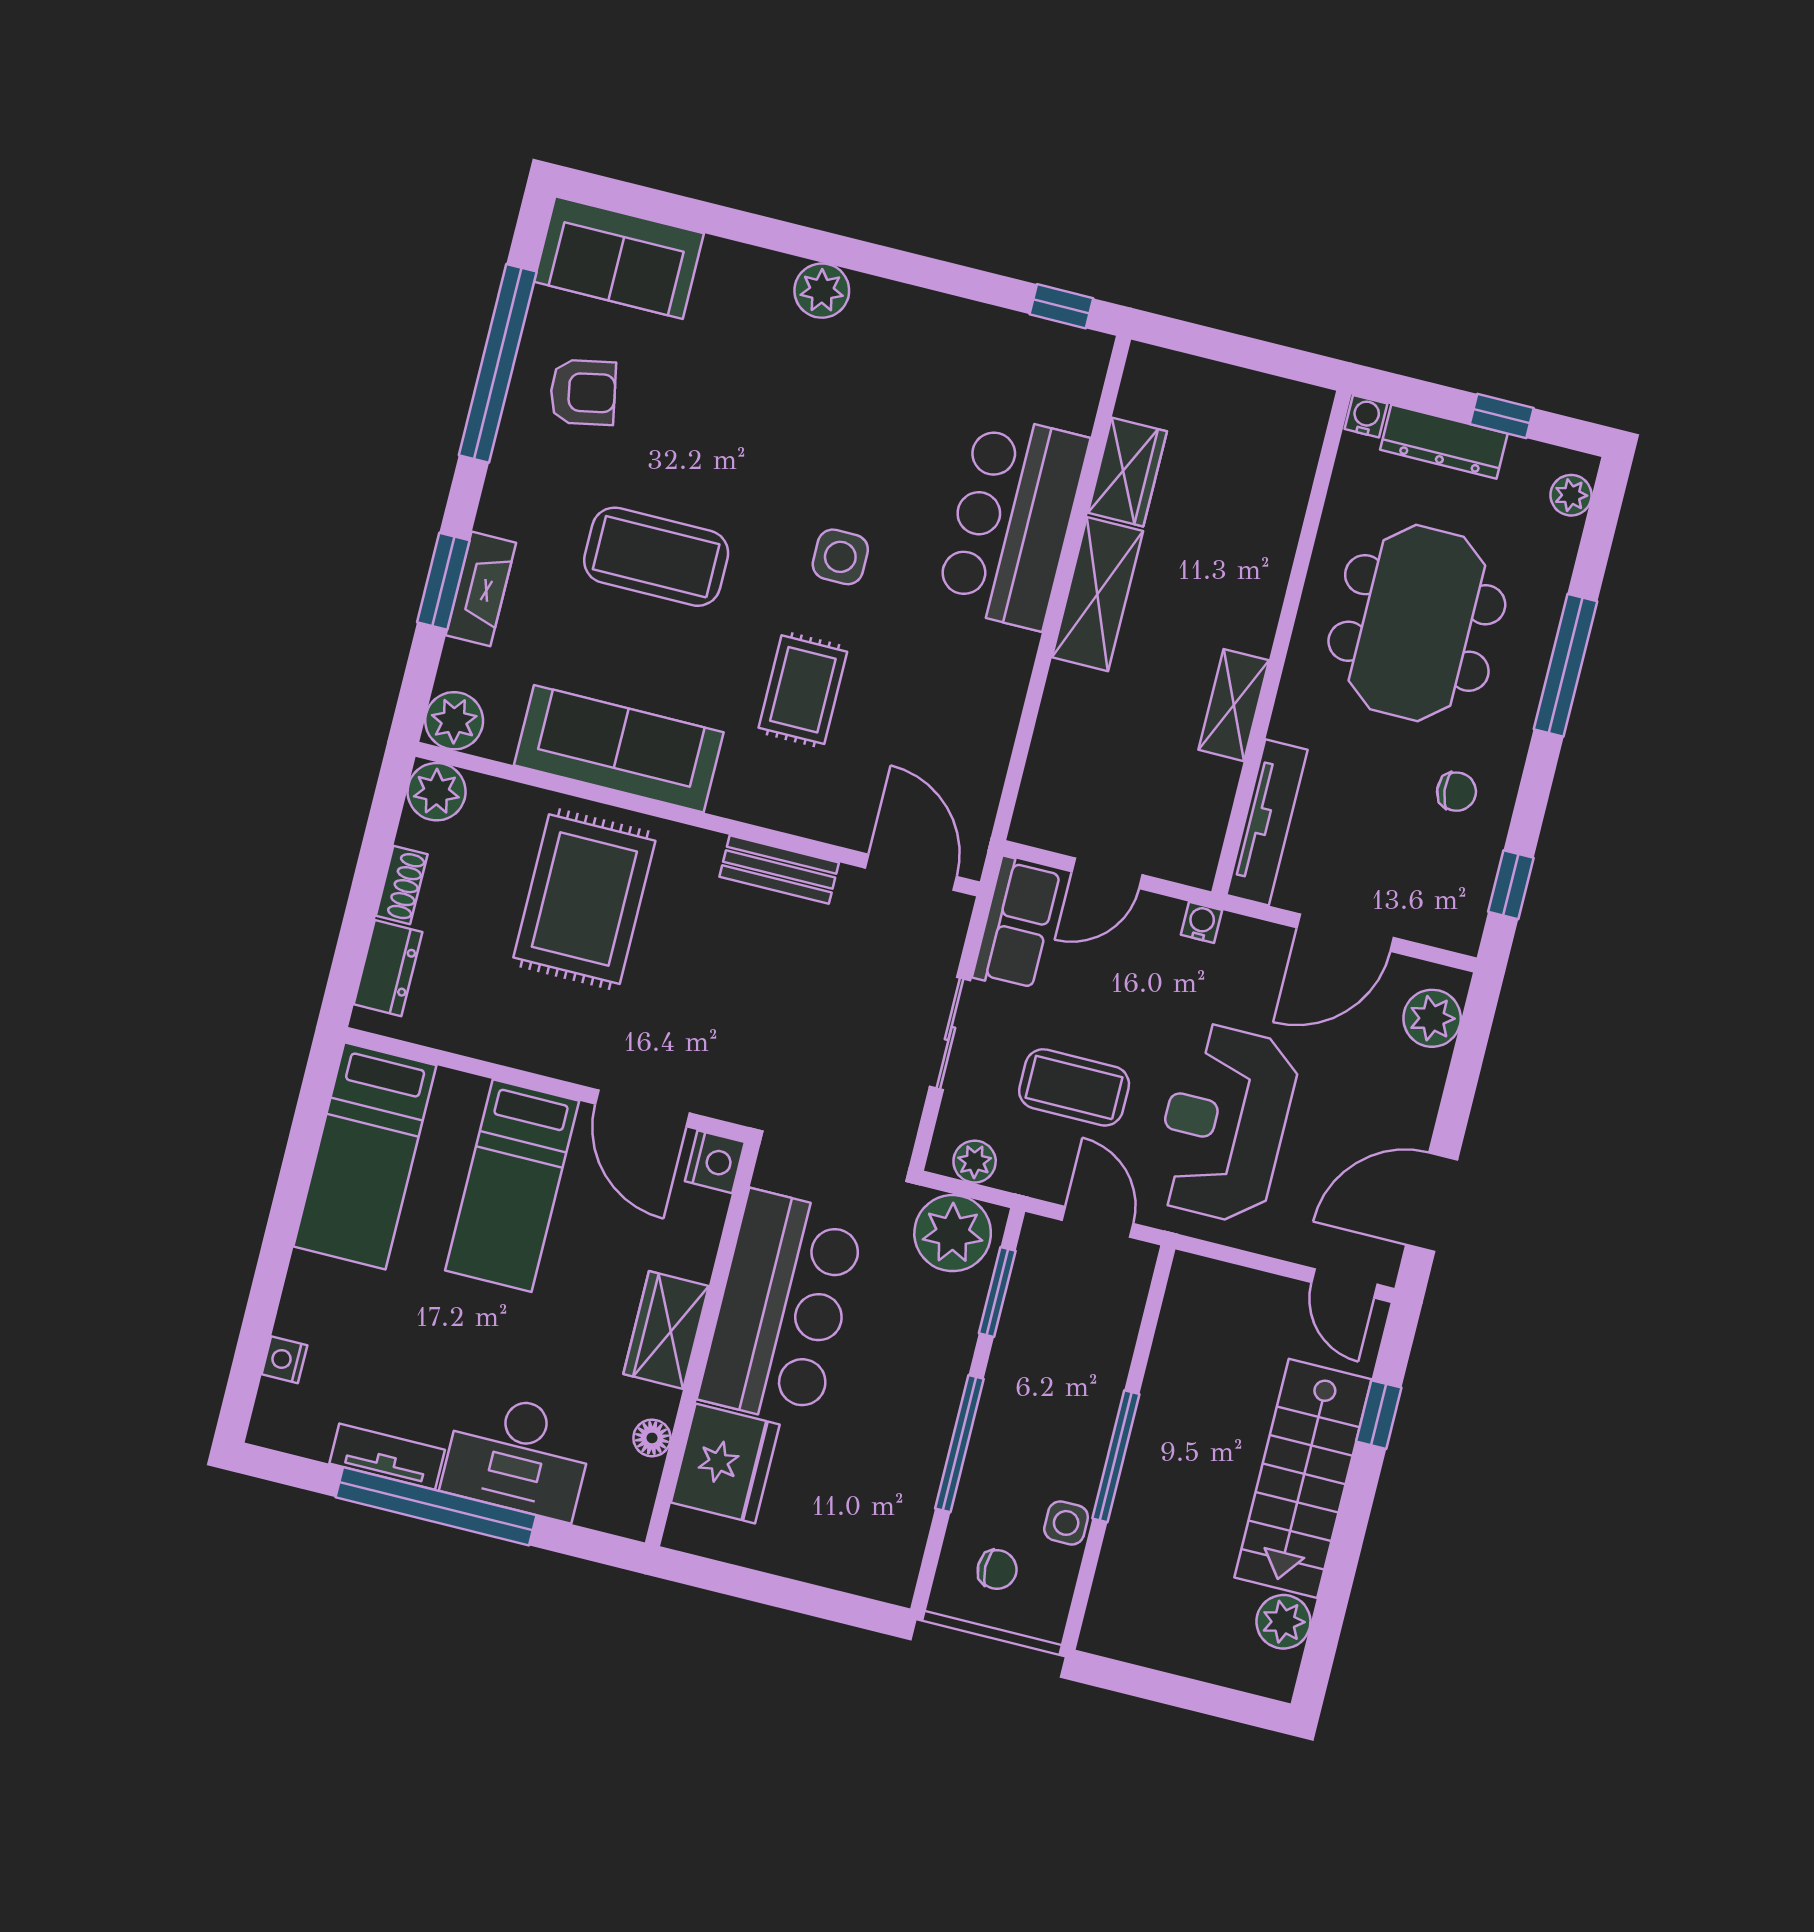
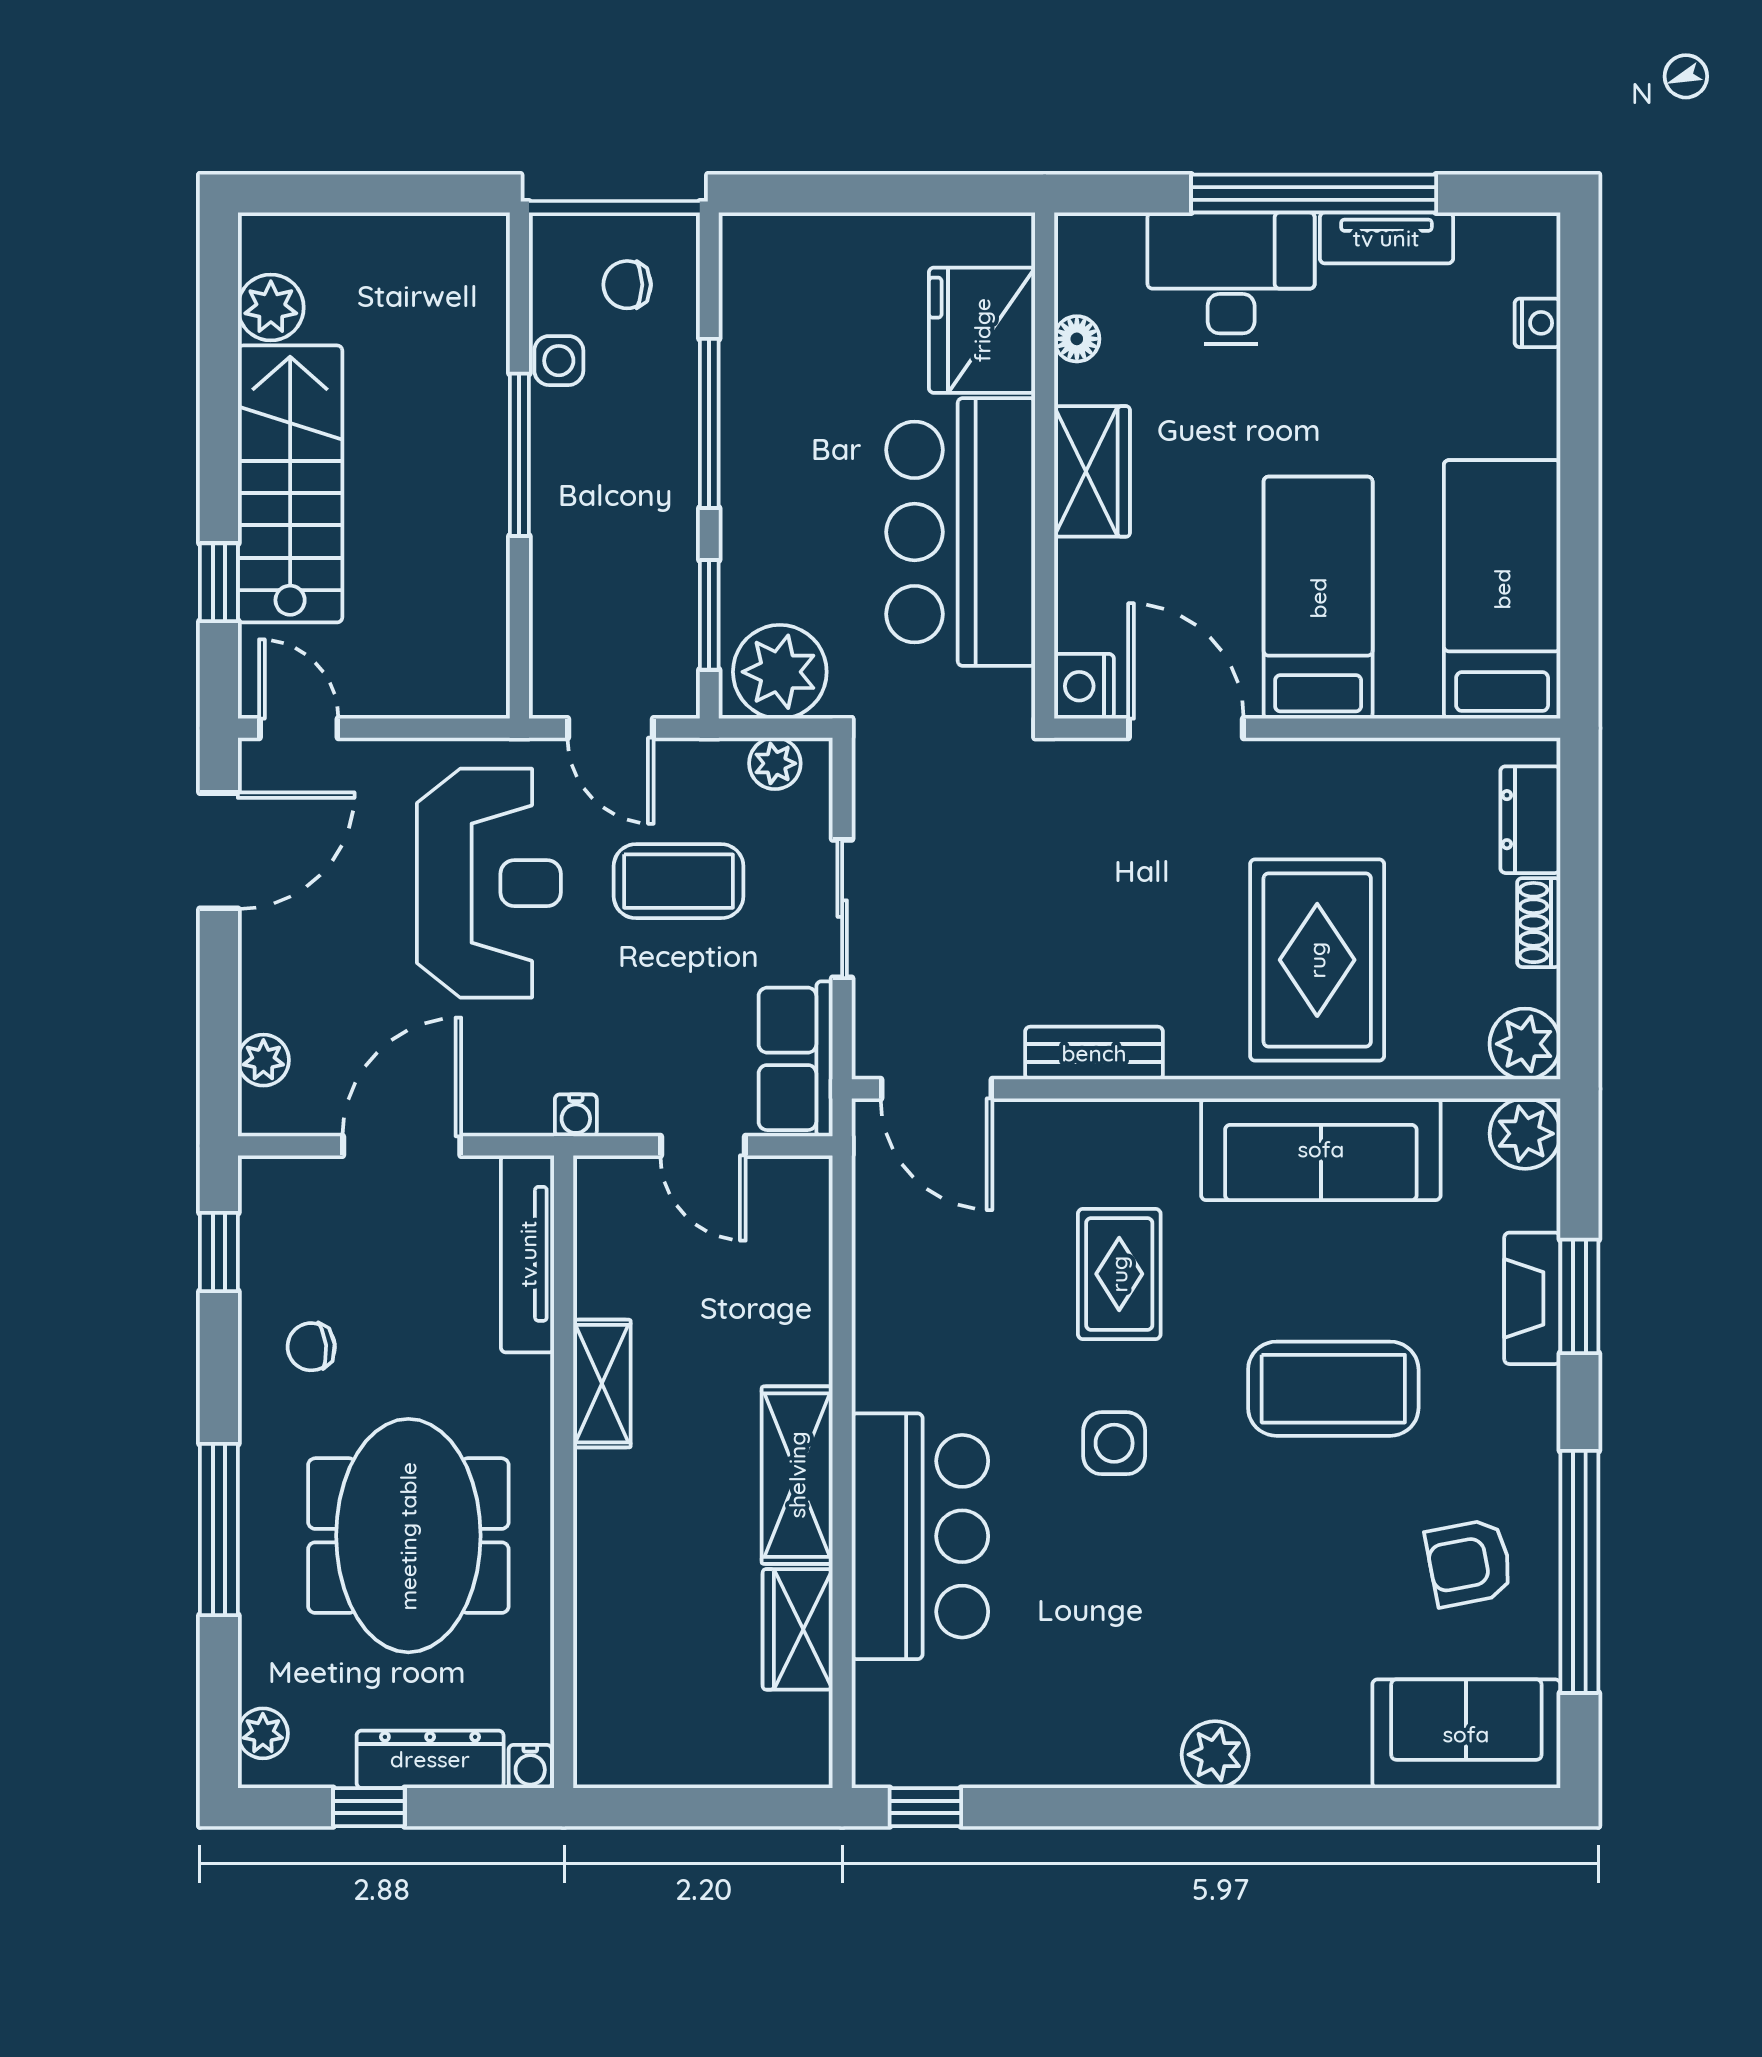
door: (1107, 873) -> (703, 1146), swing flipped
plant: (1432, 1018) -> (263, 1060), width x0.73, depth x0.73

